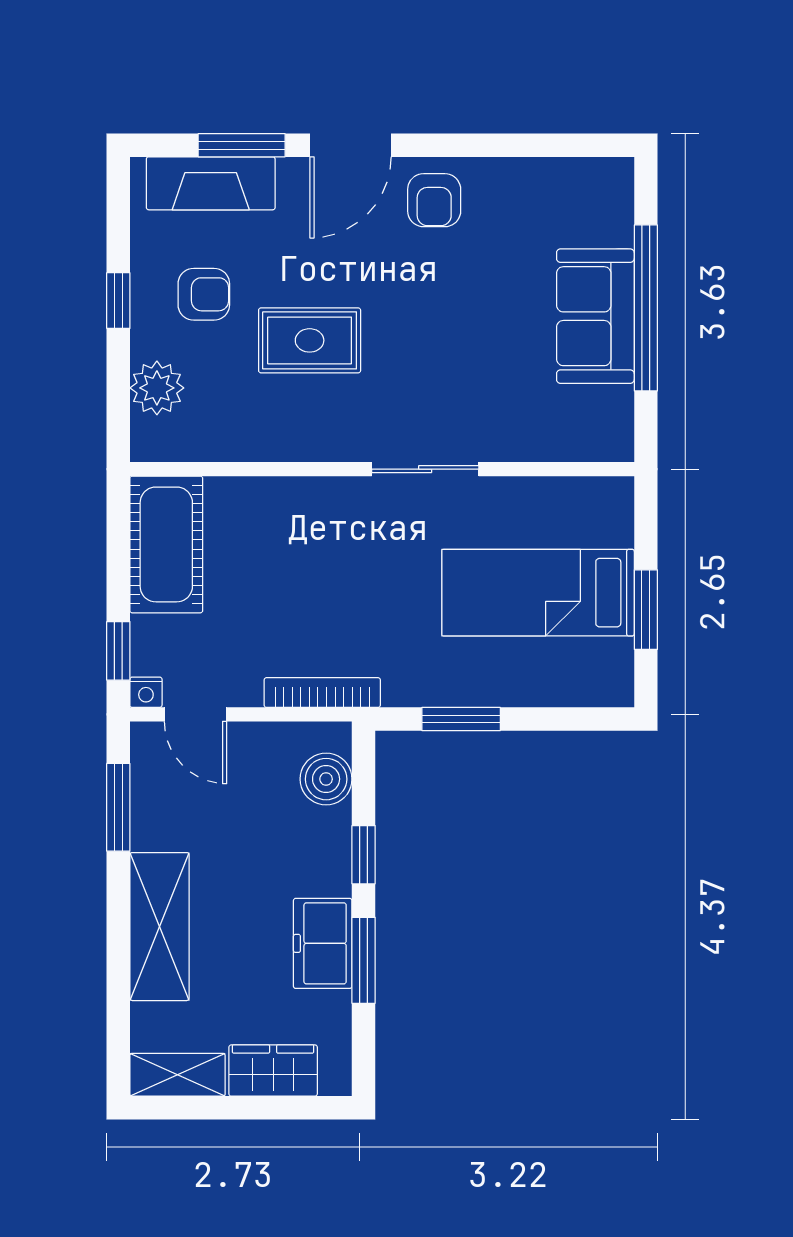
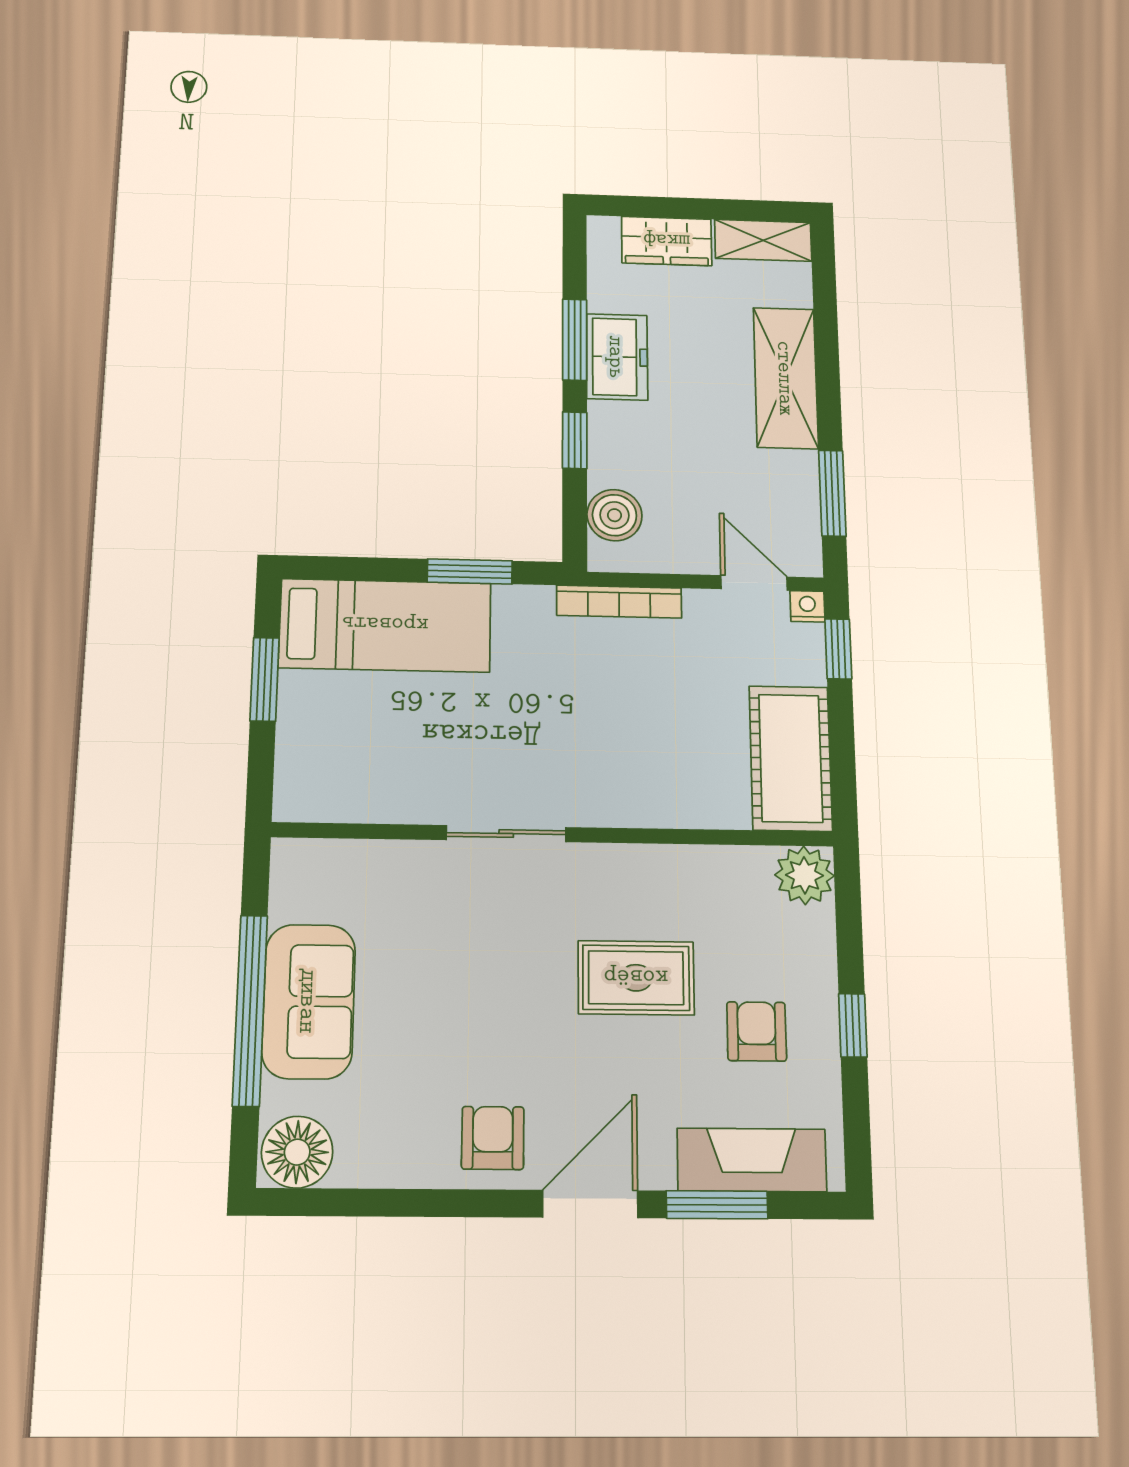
floor lamp: (601, 187) -> (297, 1152), added
armchair: (204, 294) -> (757, 1031), turned 90
plant: (157, 388) -> (805, 875), moved
bed: (538, 593) -> (385, 625), moved

